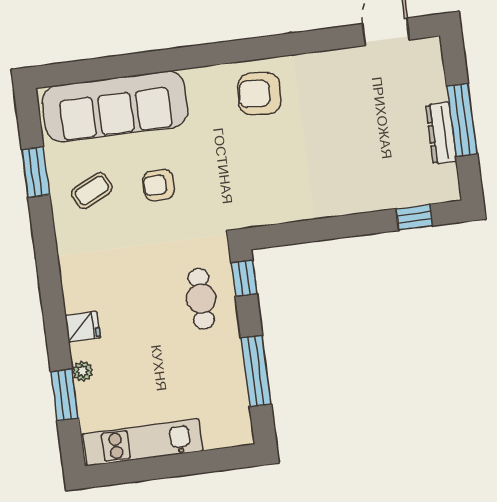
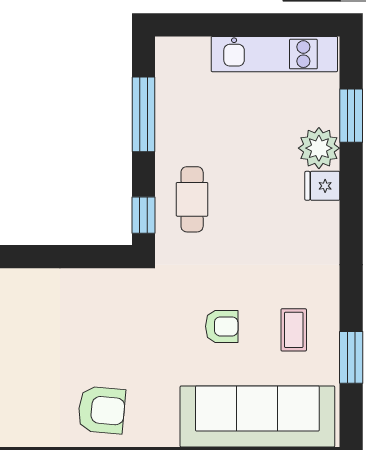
coffee table: (92, 191) -> (294, 330), turned -64
plant: (83, 371) -> (319, 148), width x1.87, depth x1.87

